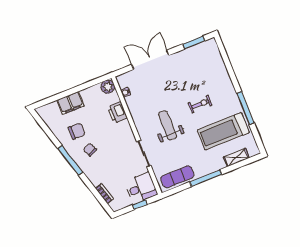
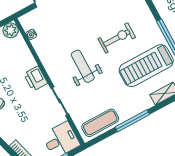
exercise bike: (200, 104) -> (117, 38), width x1.38, depth x1.39
printer: (117, 113) -> (36, 79), moved

